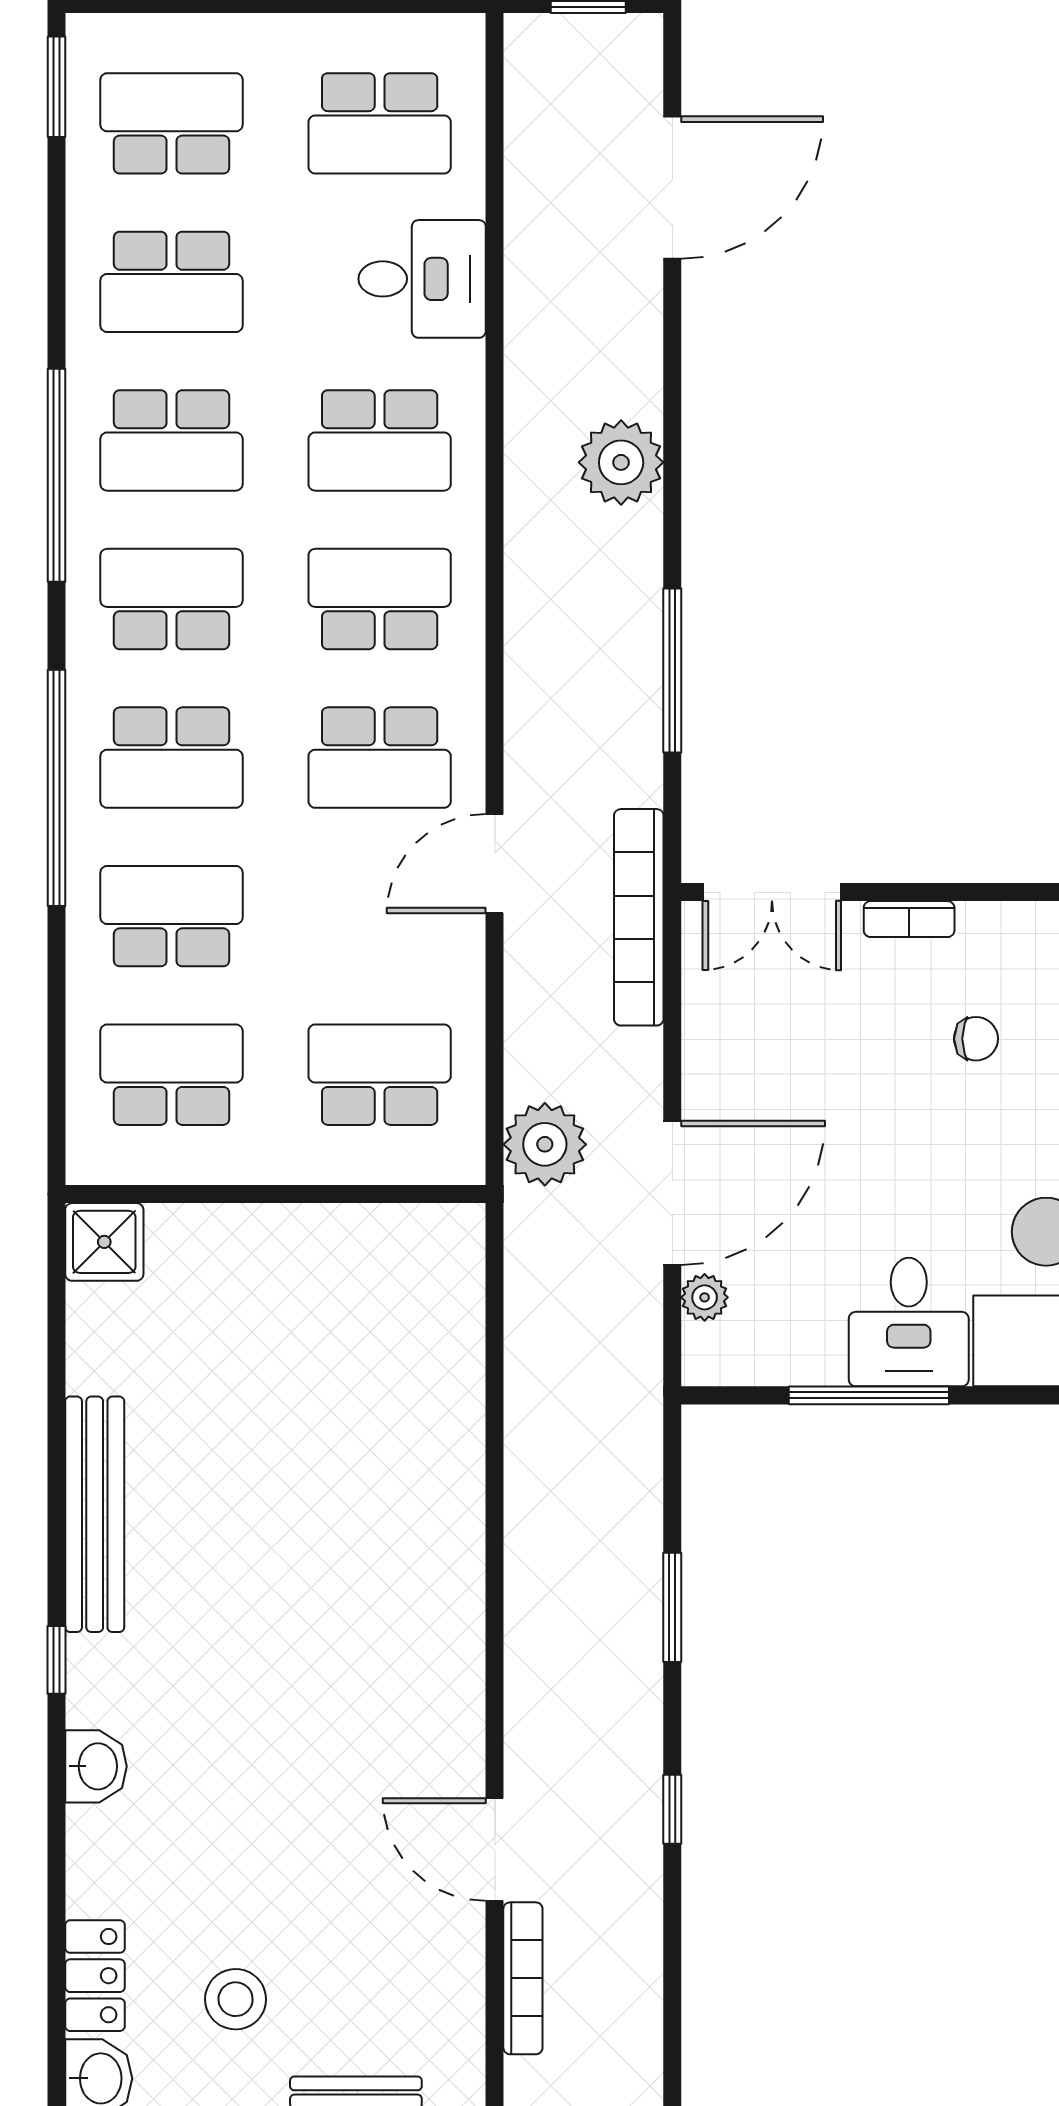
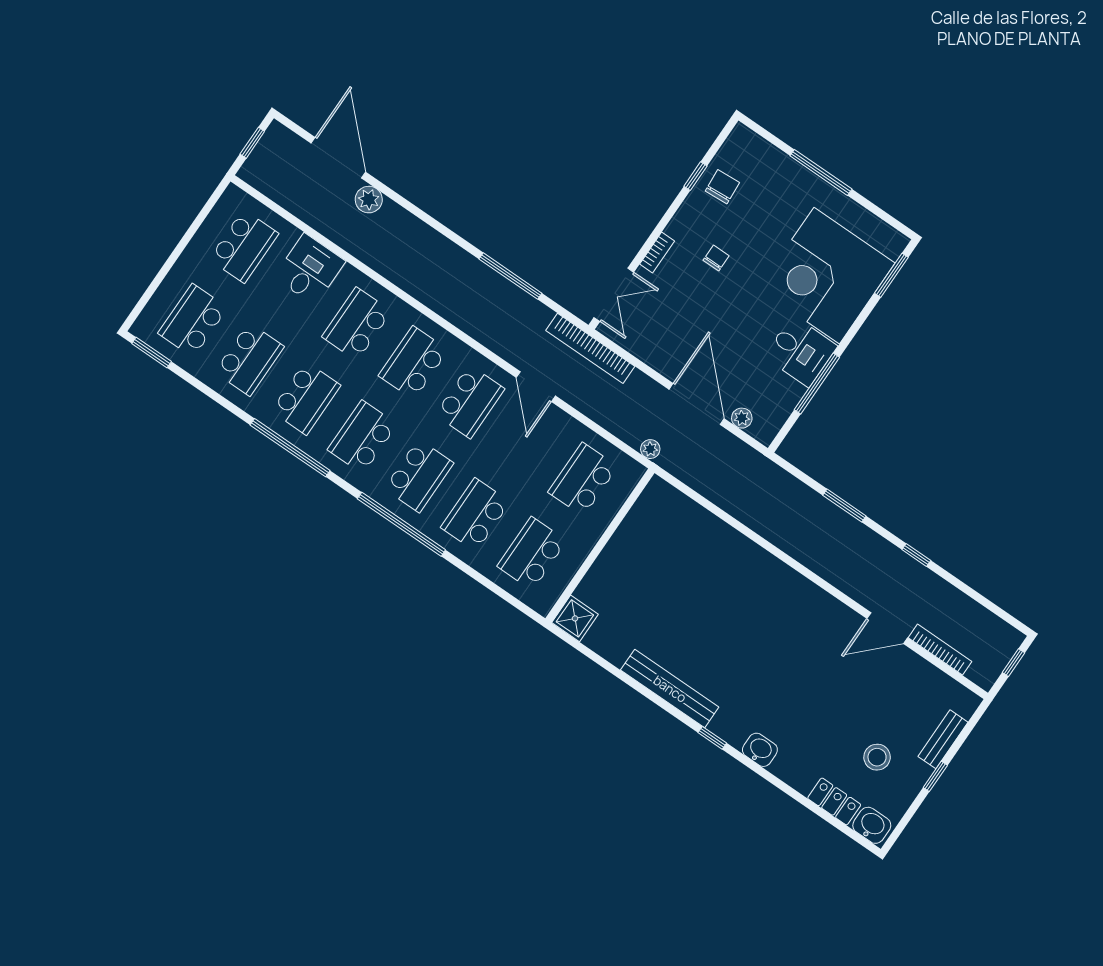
school desk: (380, 440) -> (357, 324), turned 180
plant: (621, 462) -> (369, 200), moved, width x0.73, depth x0.73
plant: (545, 1144) -> (650, 449), width x0.53, depth x0.53

